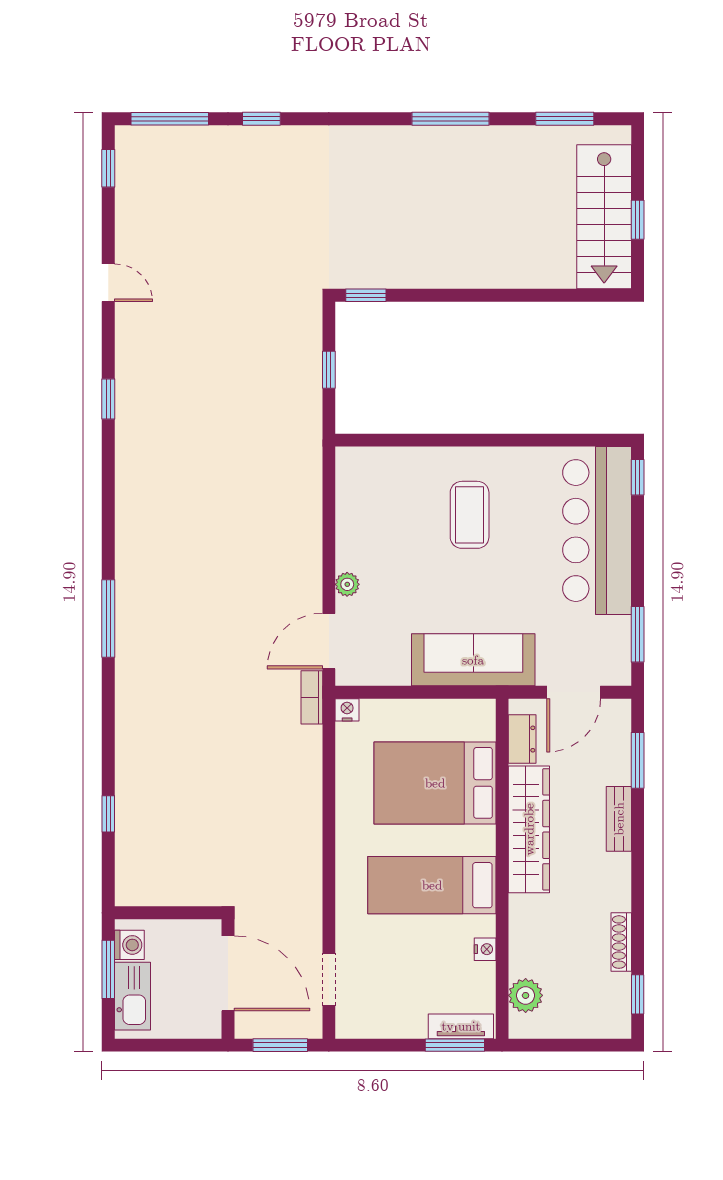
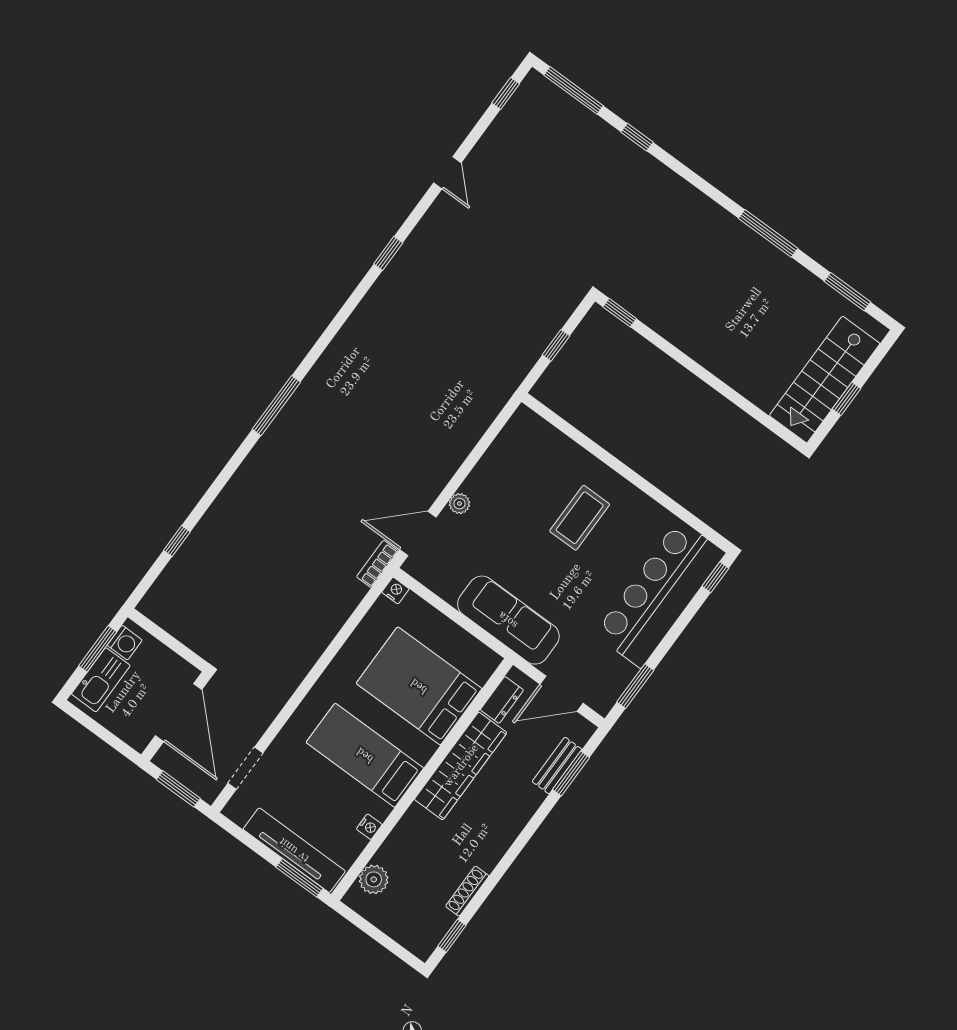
bench: (619, 819) -> (557, 765), moved
tv unit: (461, 1026) -> (294, 850), width x1.92, depth x1.29

